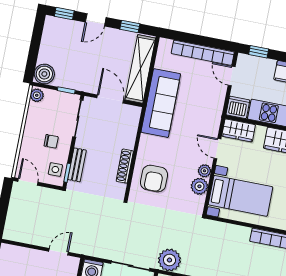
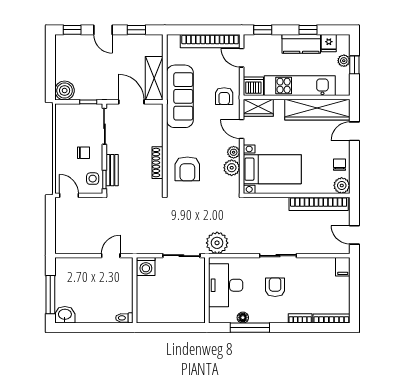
door: (96, 20) -> (103, 30), hinge flipped
shelving: (140, 69) -> (154, 78), width x0.68
plant: (37, 95) -> (61, 112), removed
armchair: (206, 112) -> (224, 96), added

